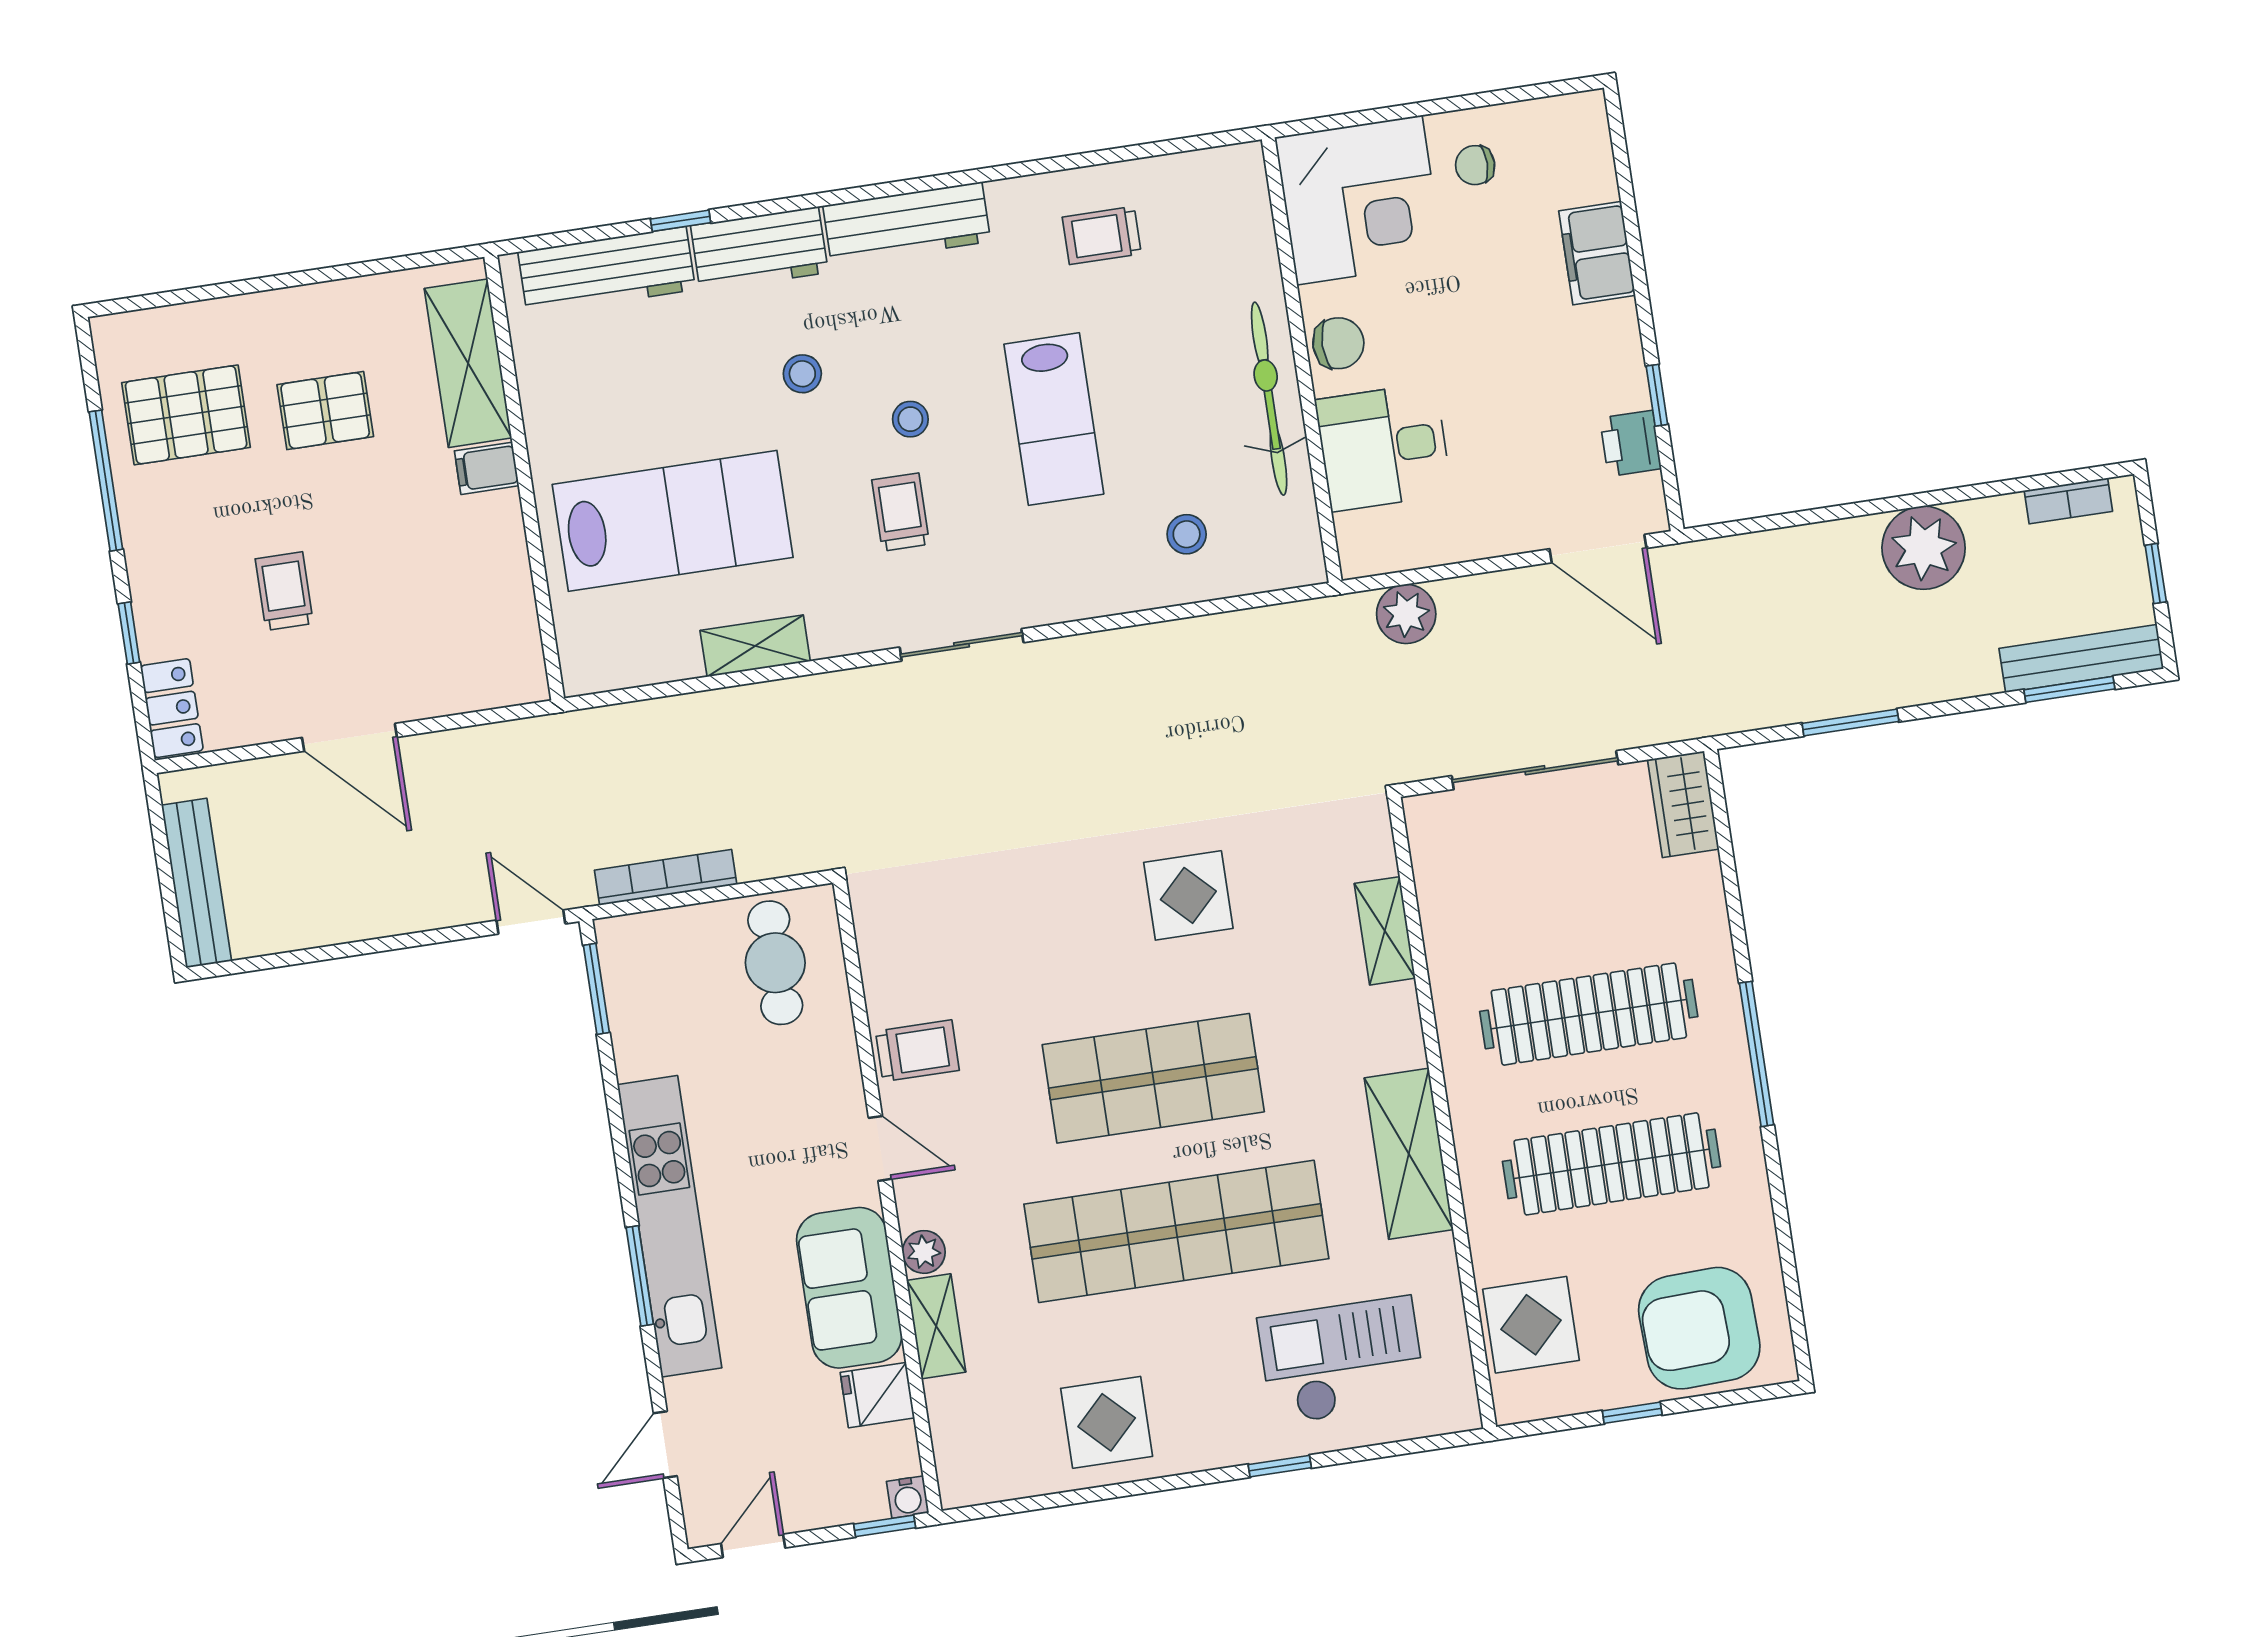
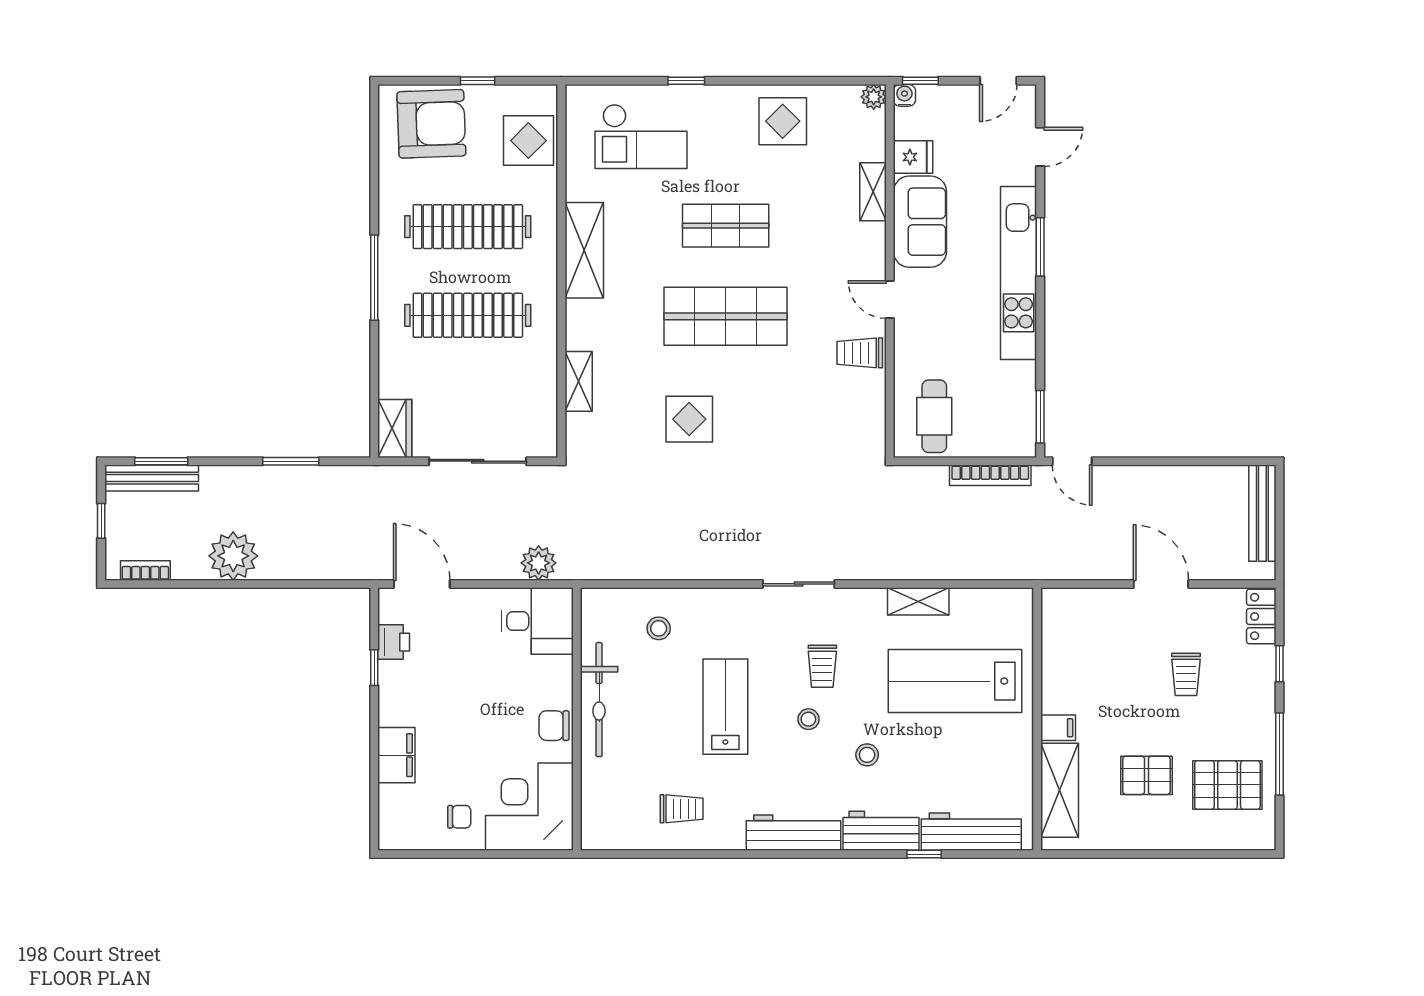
desk: (1383, 447) -> (537, 621), moved
shop shelf: (1176, 1231) -> (726, 226), width x0.50, depth x0.74
plant: (924, 1252) -> (874, 97), moved

